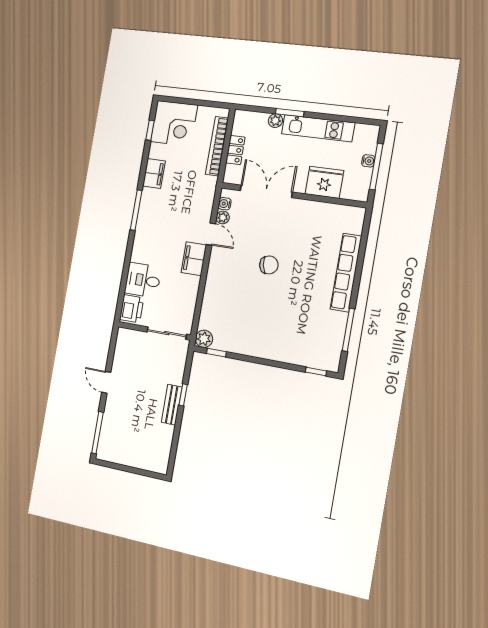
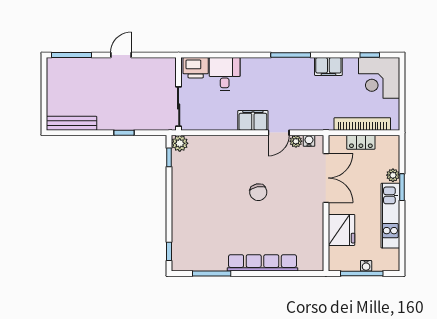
bench: (172, 405) -> (72, 123), moved, width x1.36

